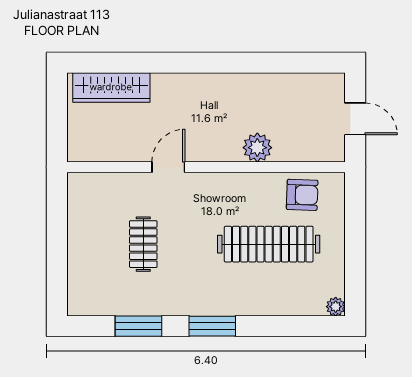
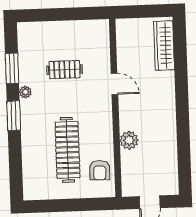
plant: (336, 307) -> (25, 92), moved

